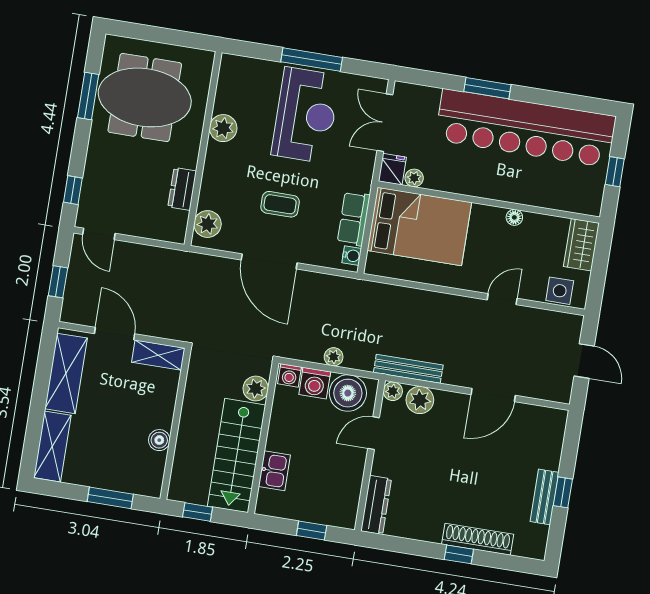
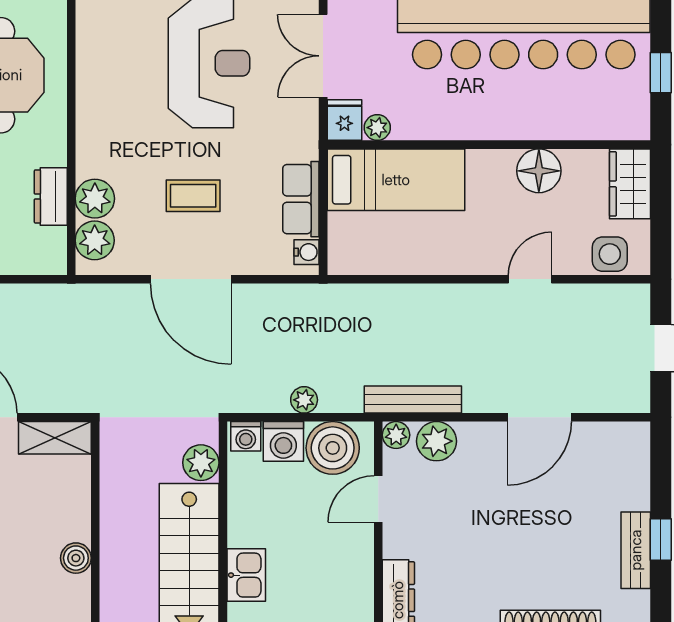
plant: (223, 128) -> (95, 199), moved
floor lamp: (514, 217) -> (539, 171), width x1.89, depth x1.89
bed: (419, 226) -> (396, 180), width x0.67

